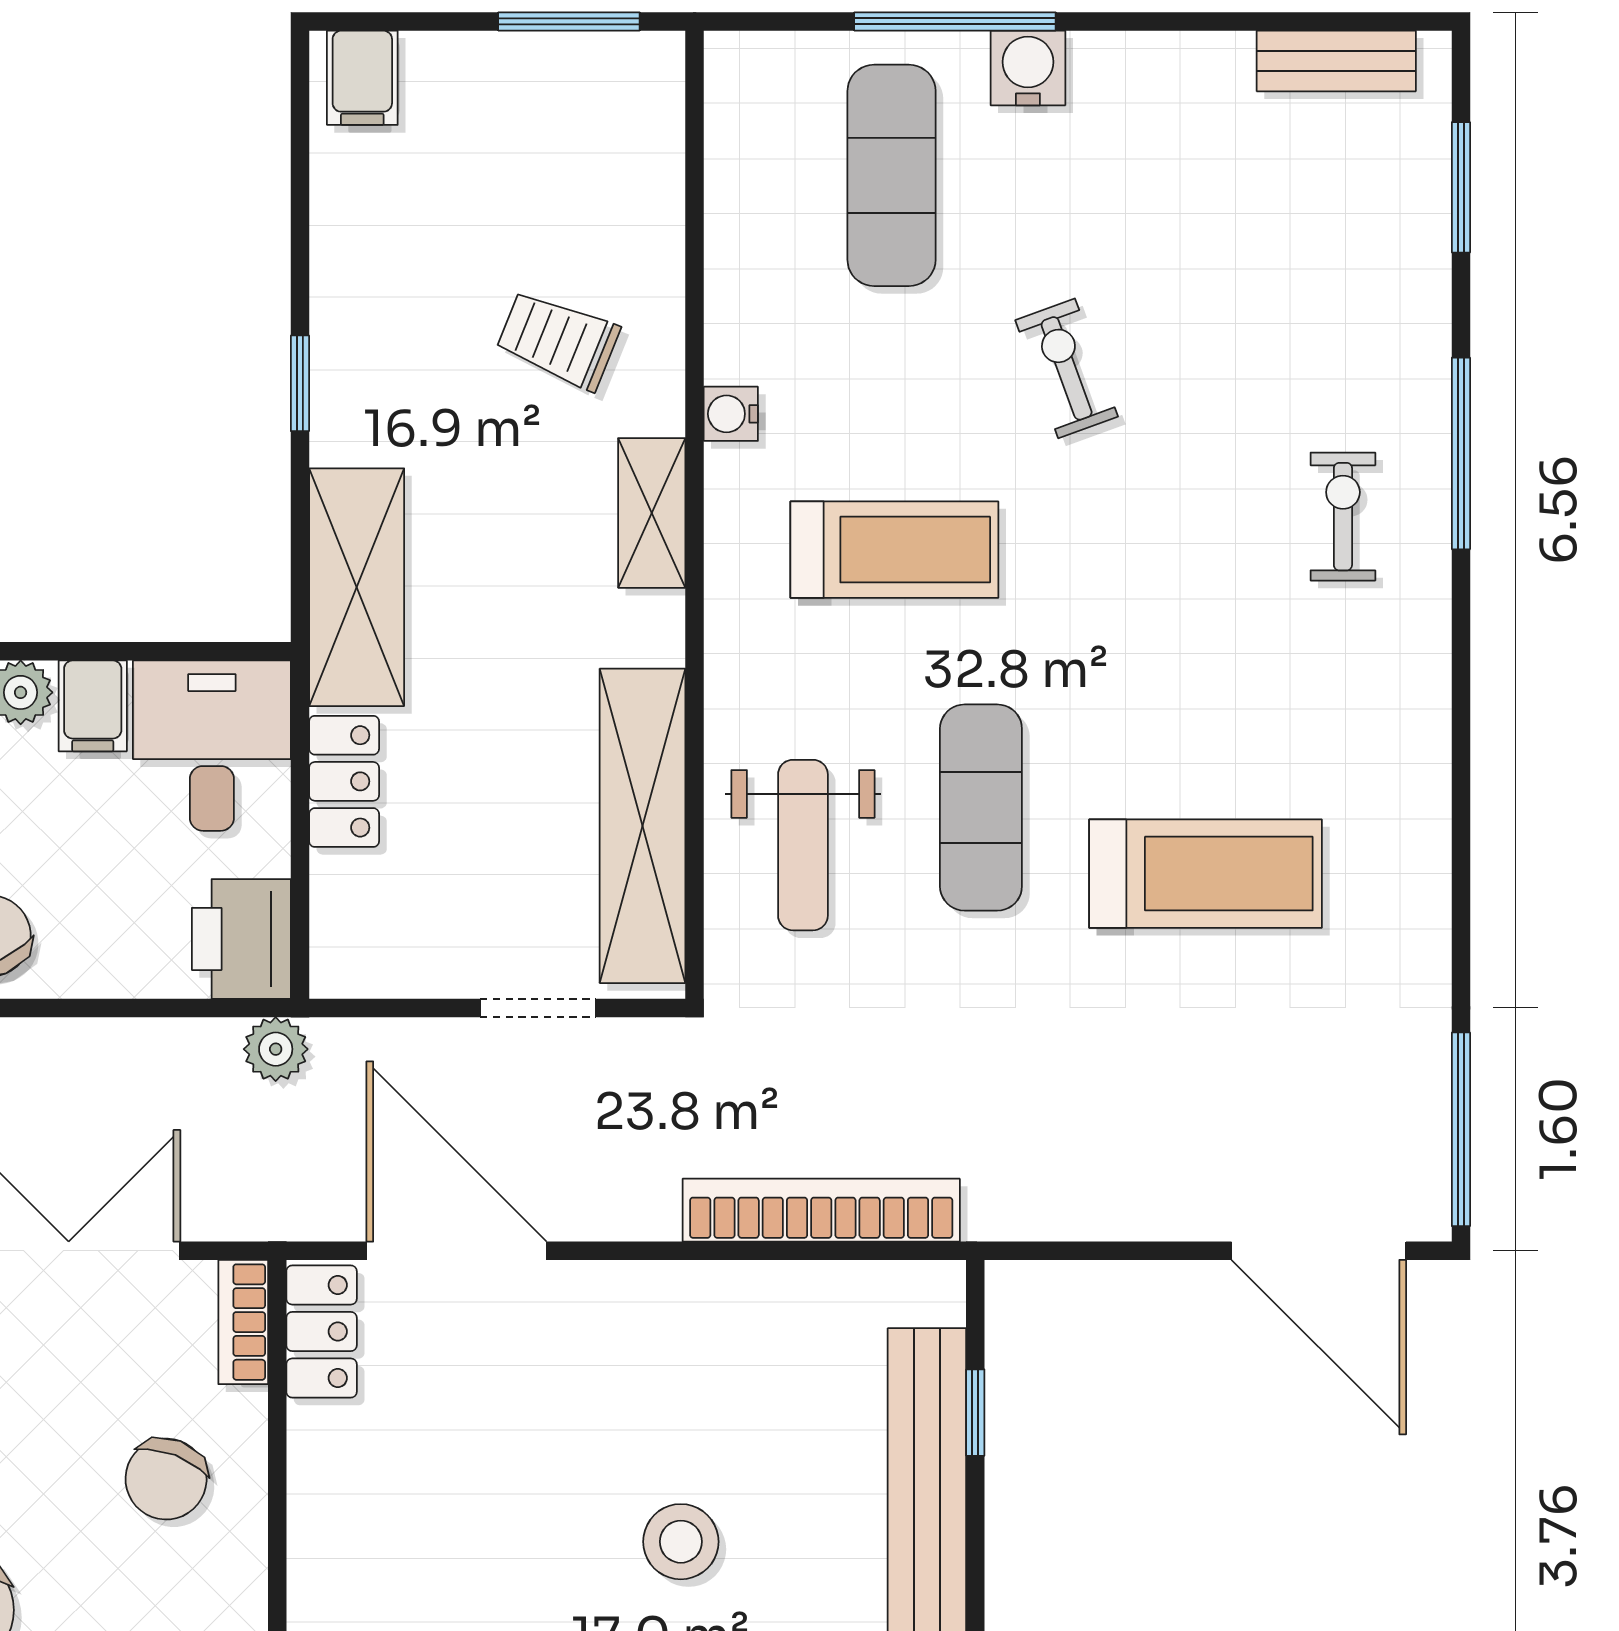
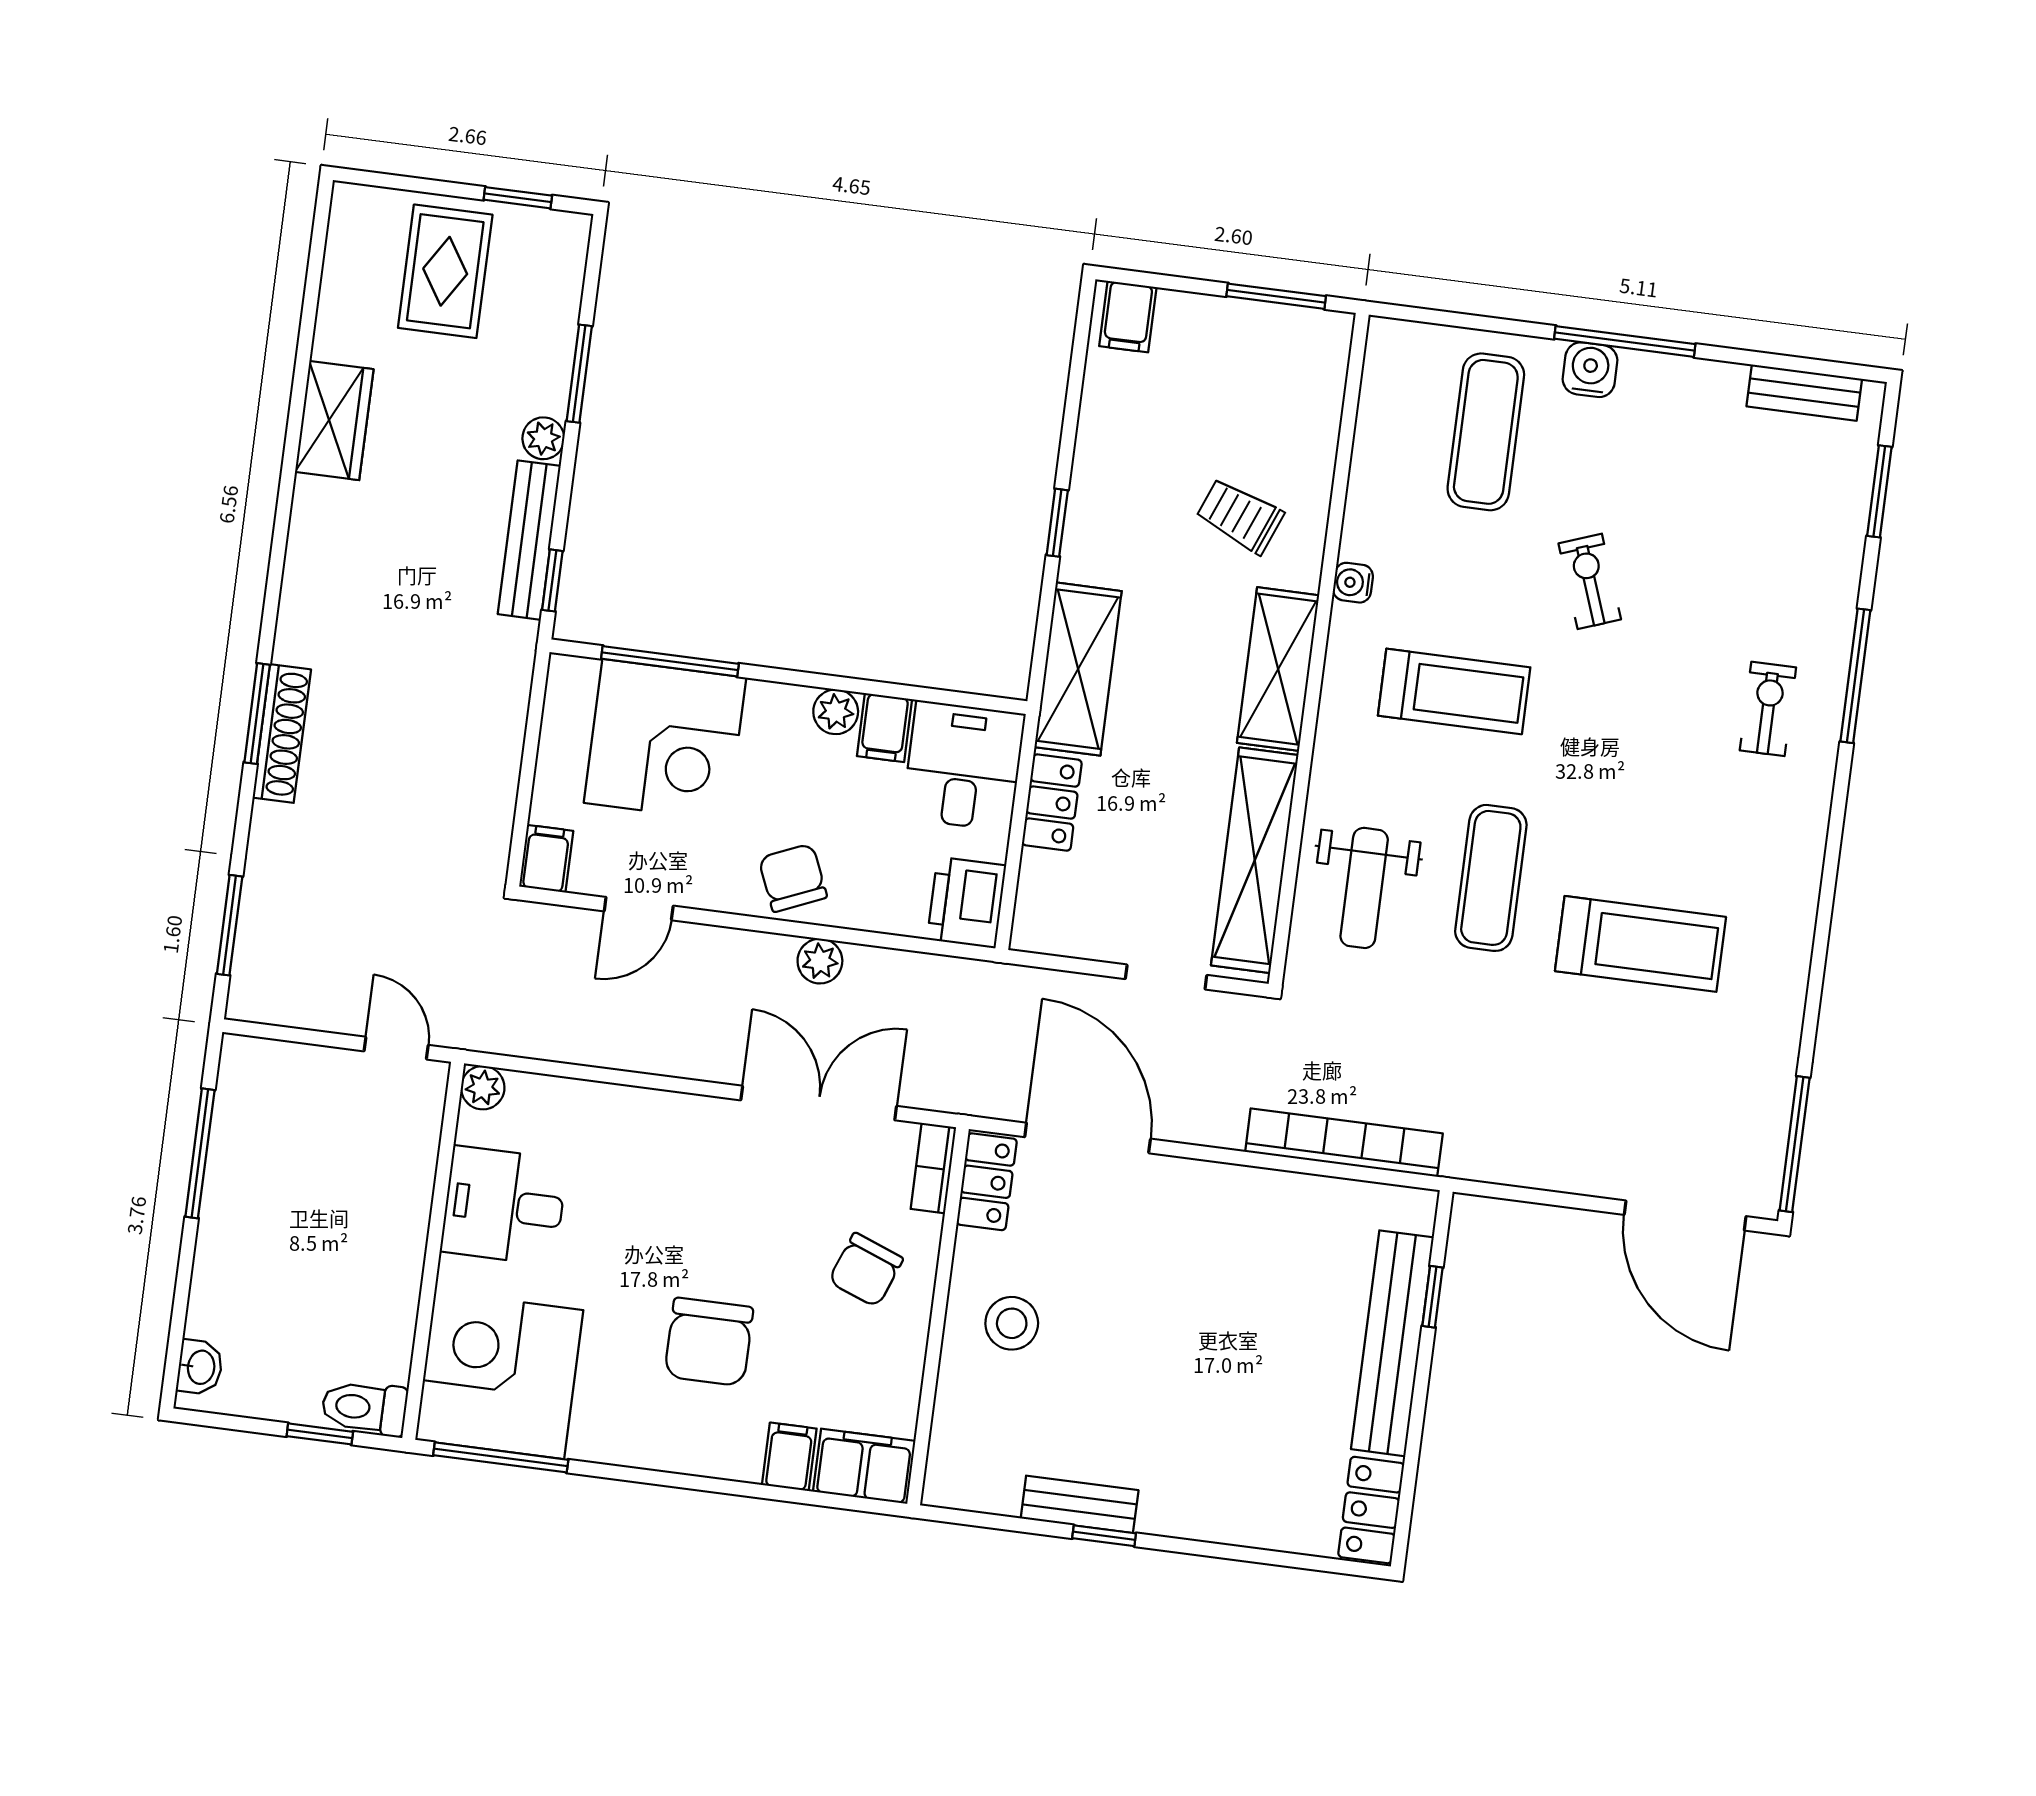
window: (955, 21) -> (1625, 341), moved
shelving: (652, 513) -> (1278, 669), width x1.50, depth x1.33
plant: (276, 1049) -> (820, 961), moved
stool: (681, 1542) -> (1012, 1323), moved

